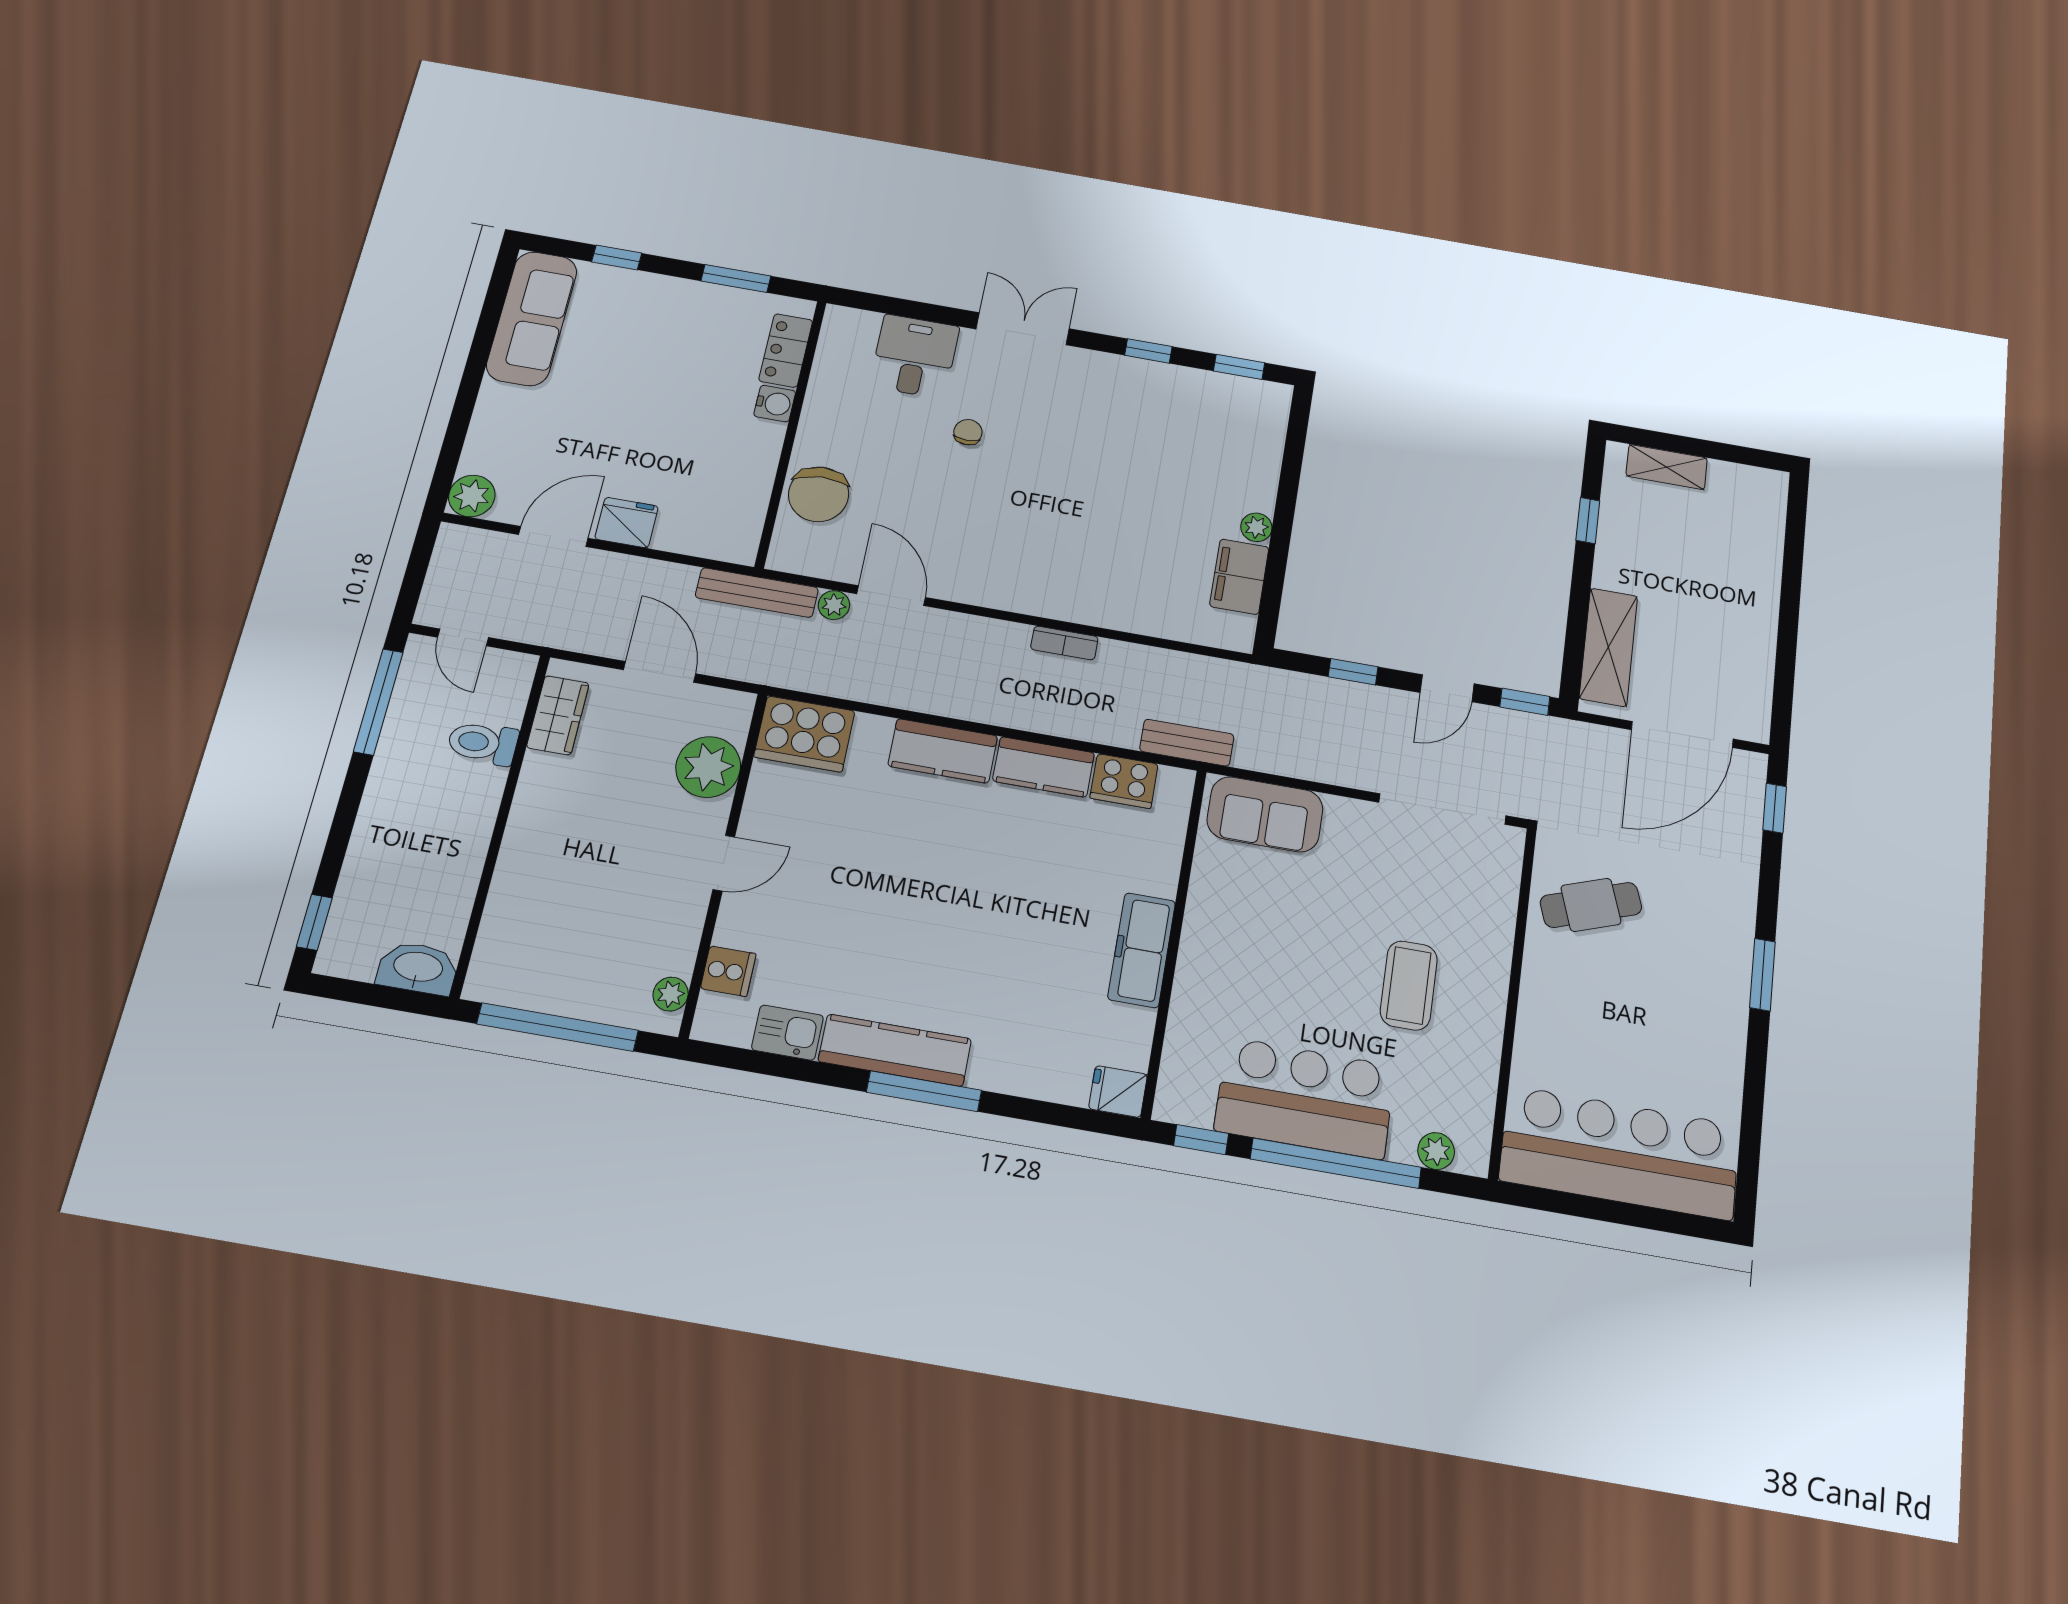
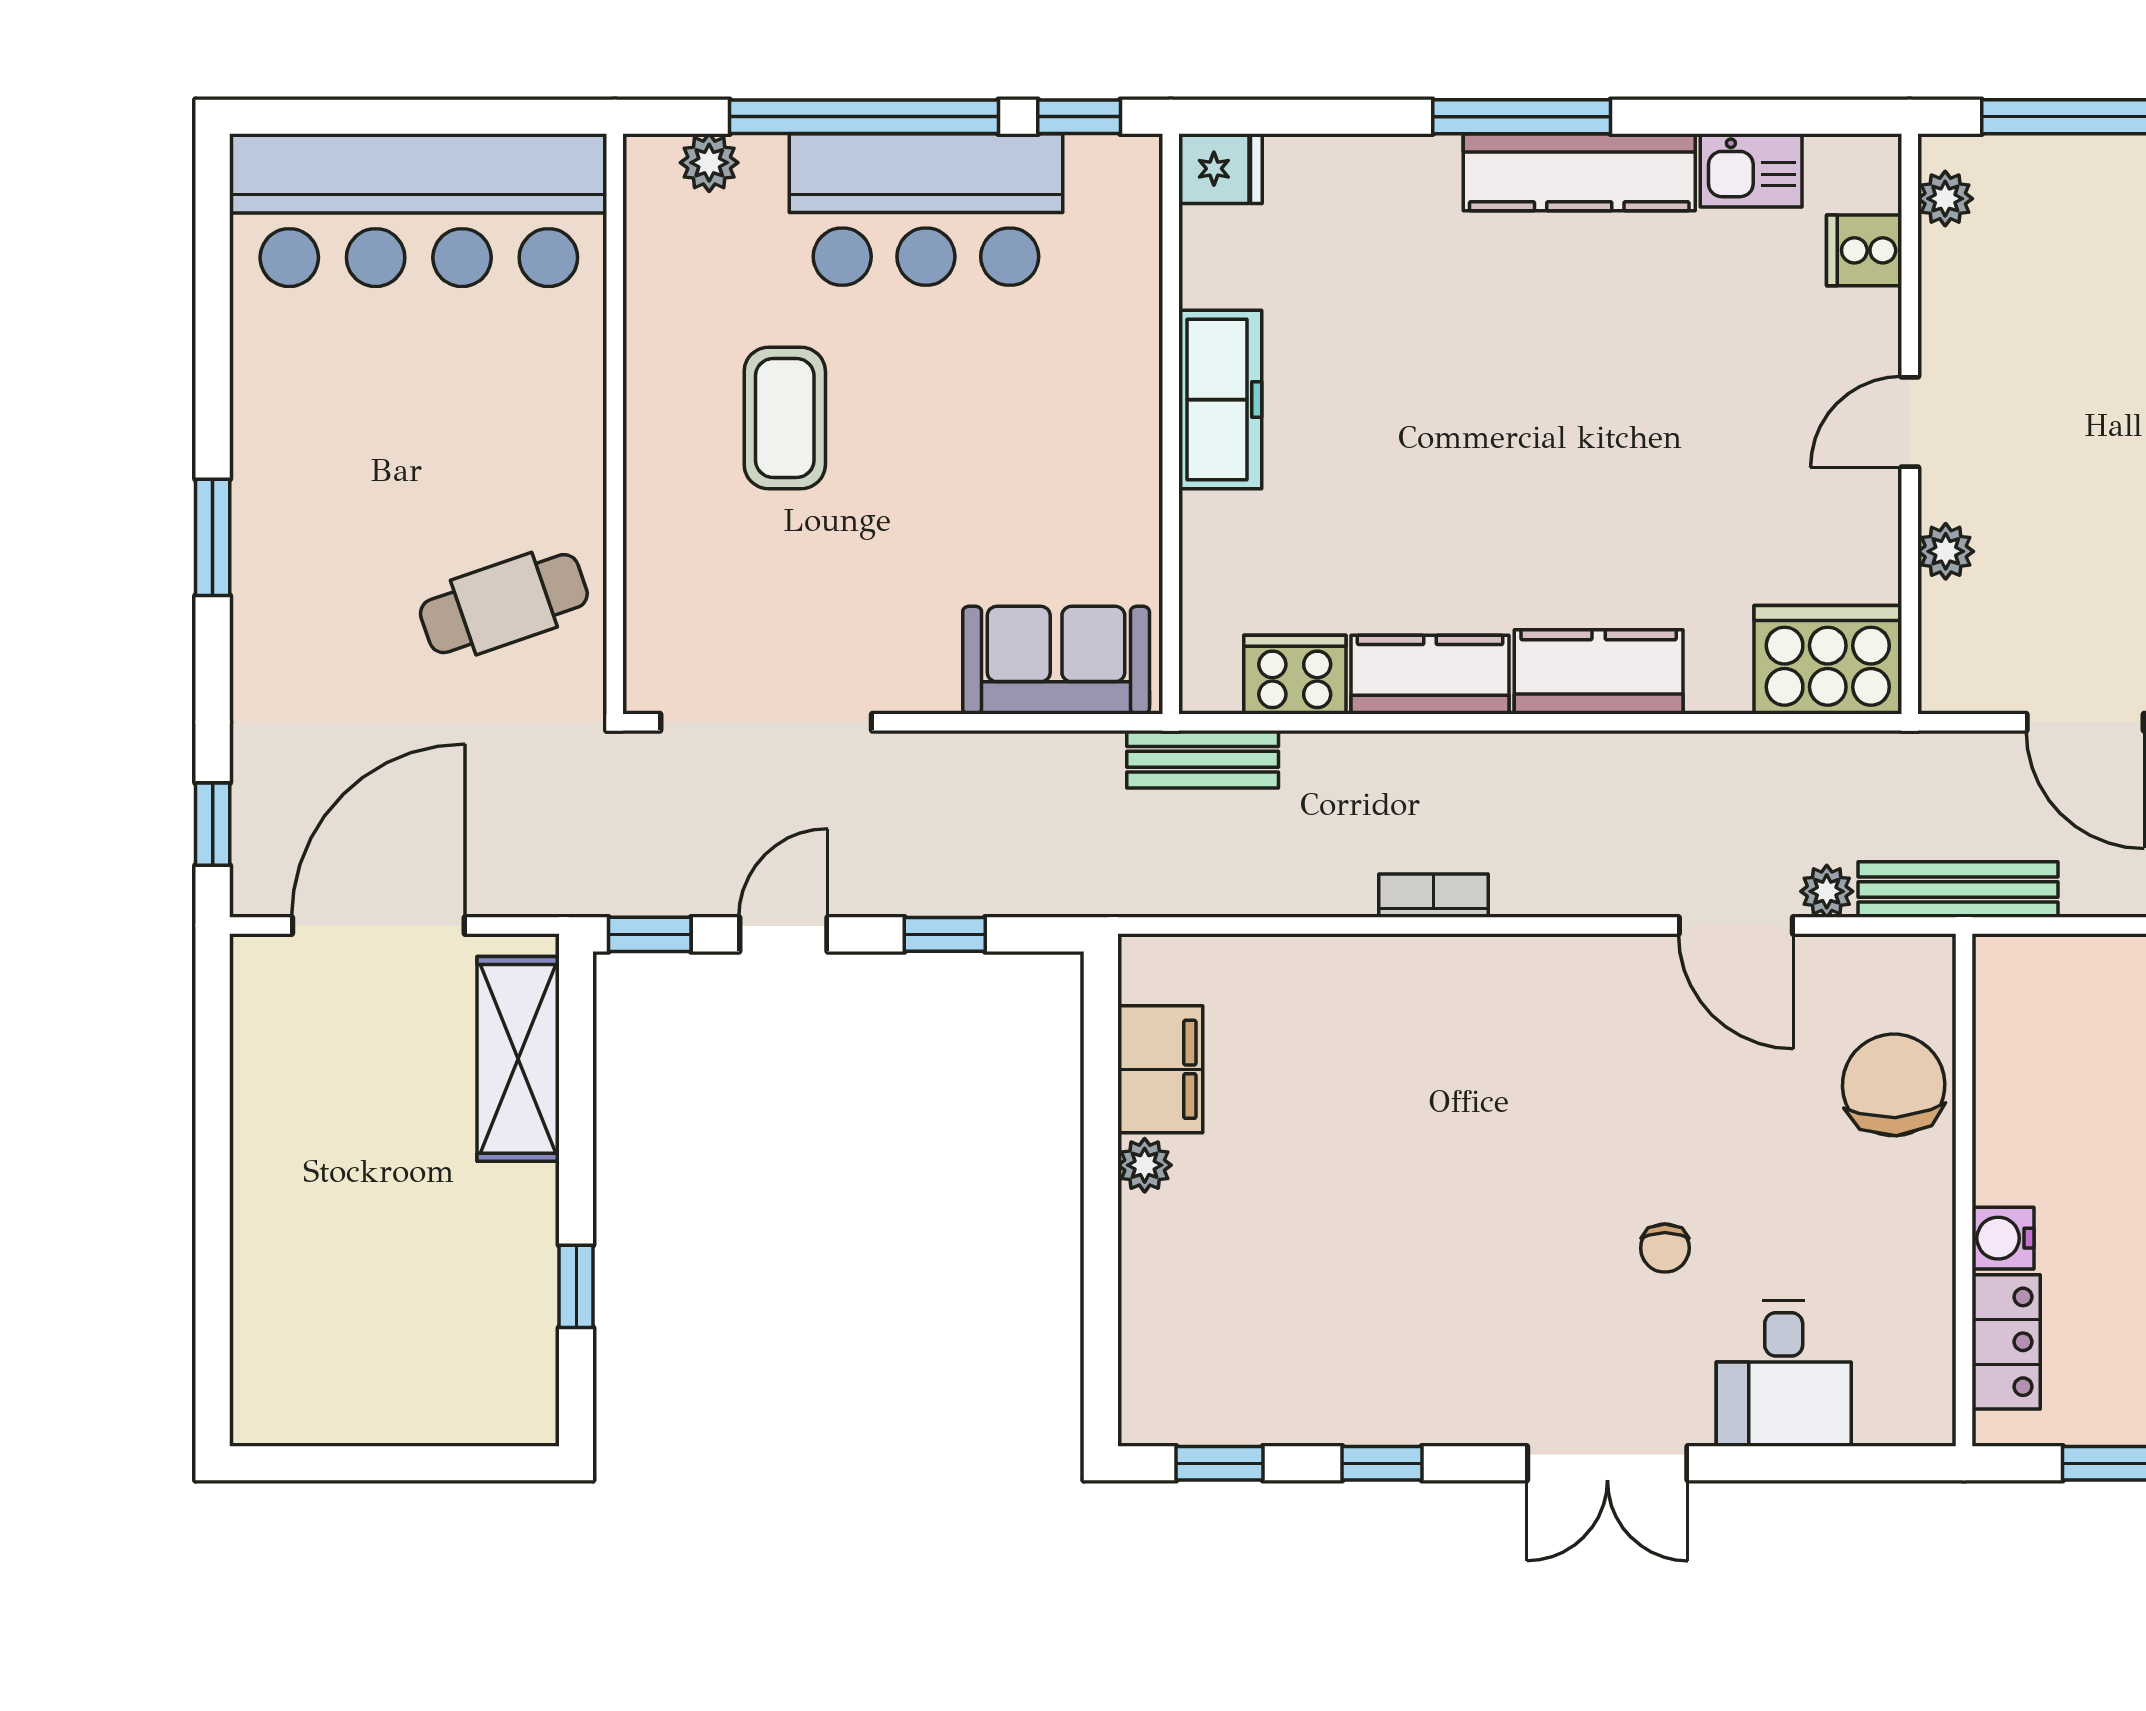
shelving: (1667, 467) -> (448, 1415), removed
plant: (708, 767) -> (1946, 551), width x0.53, depth x0.53

